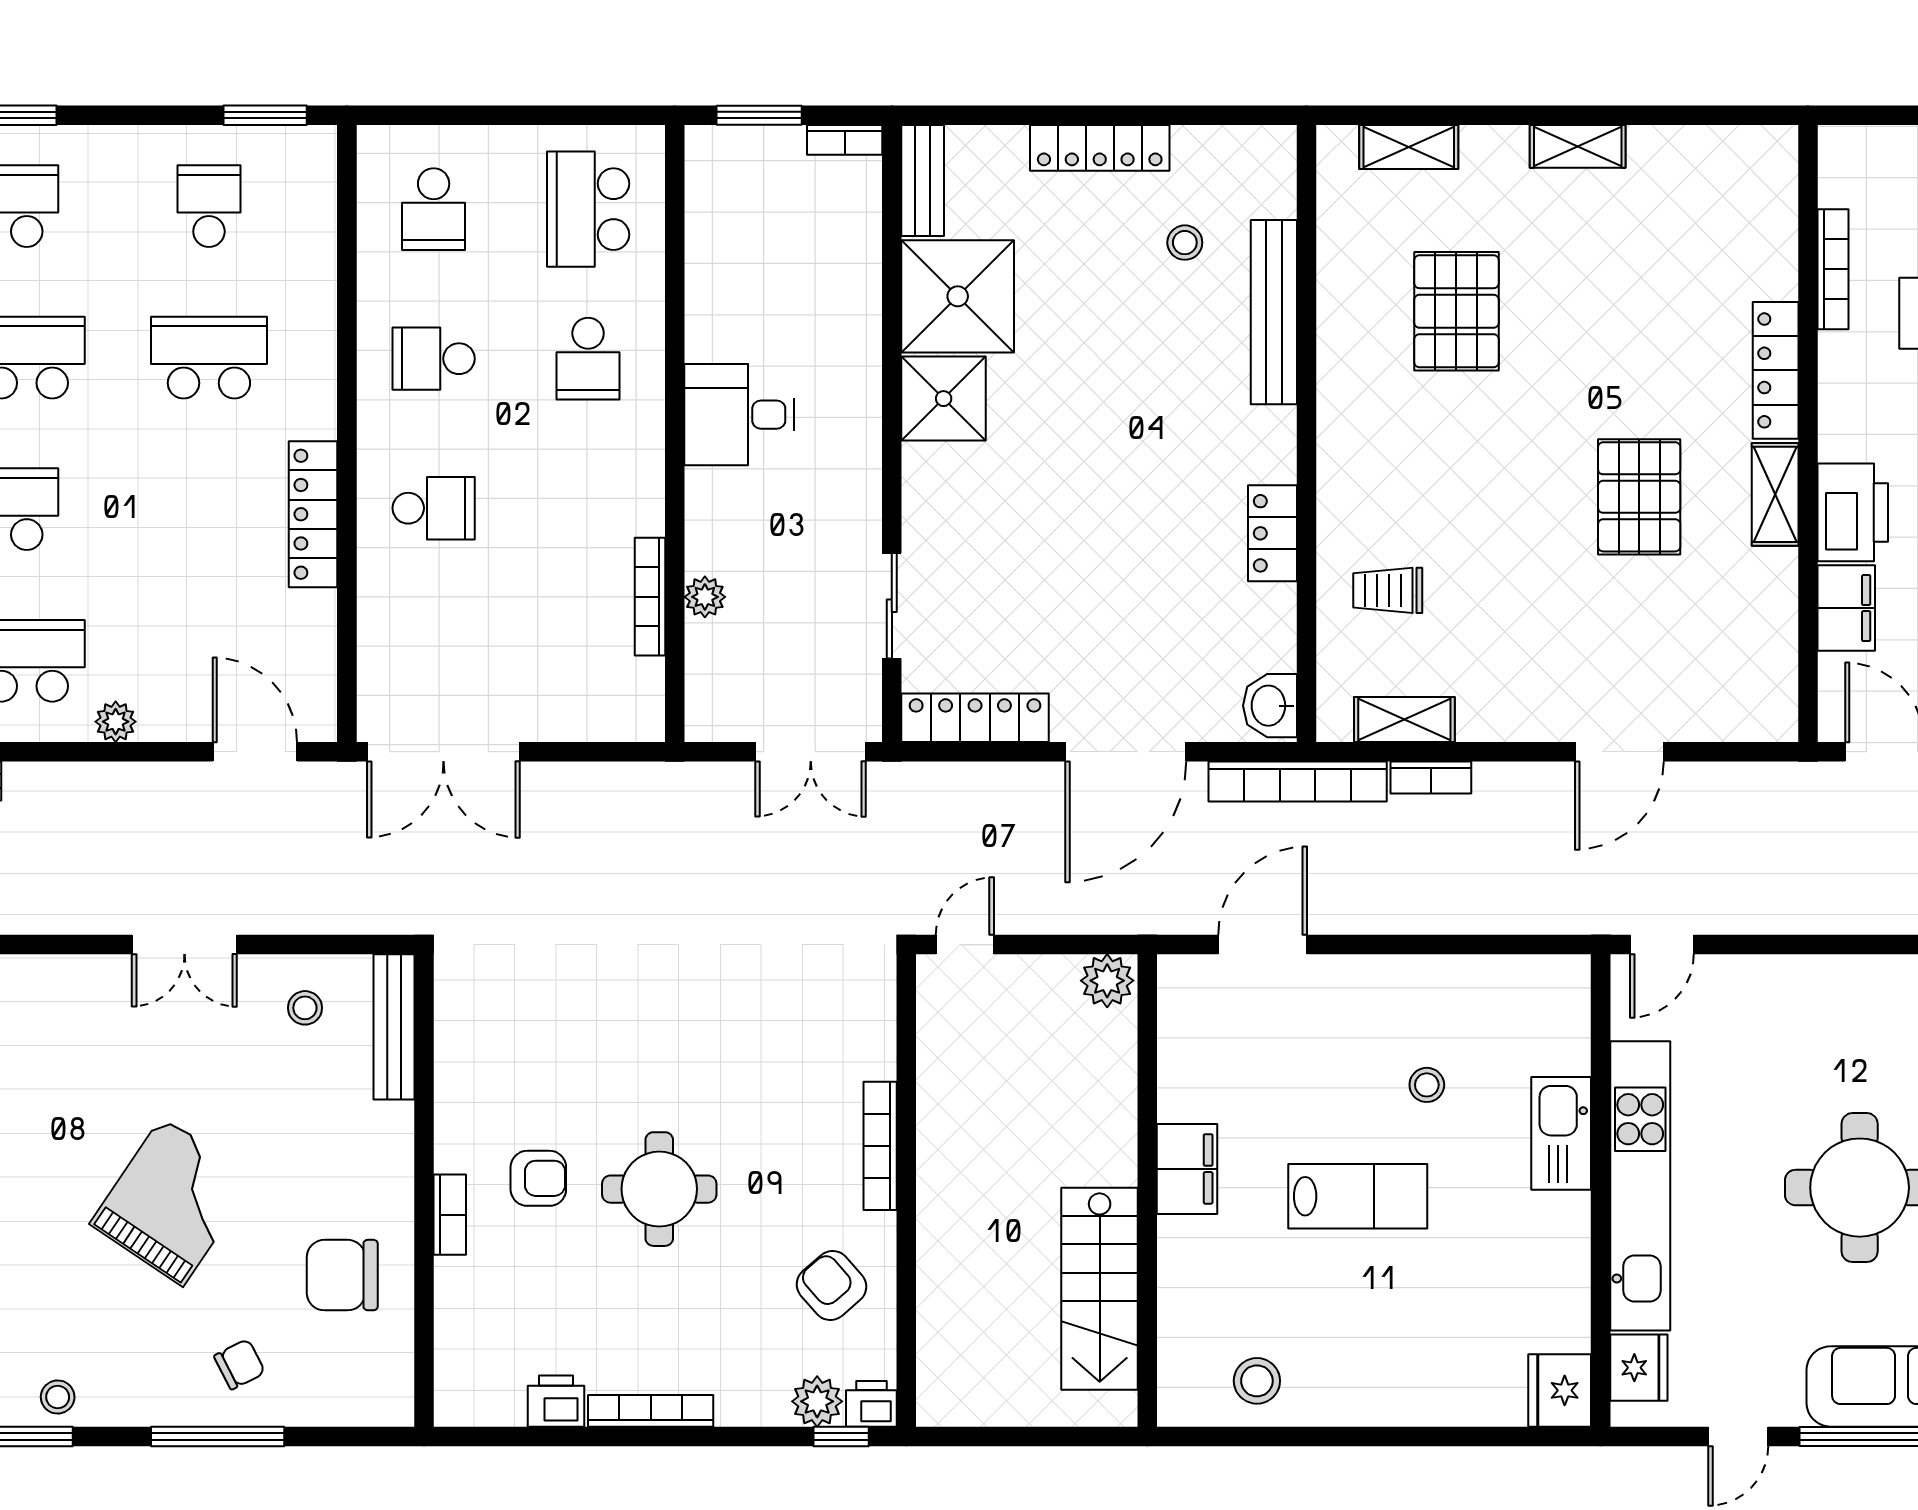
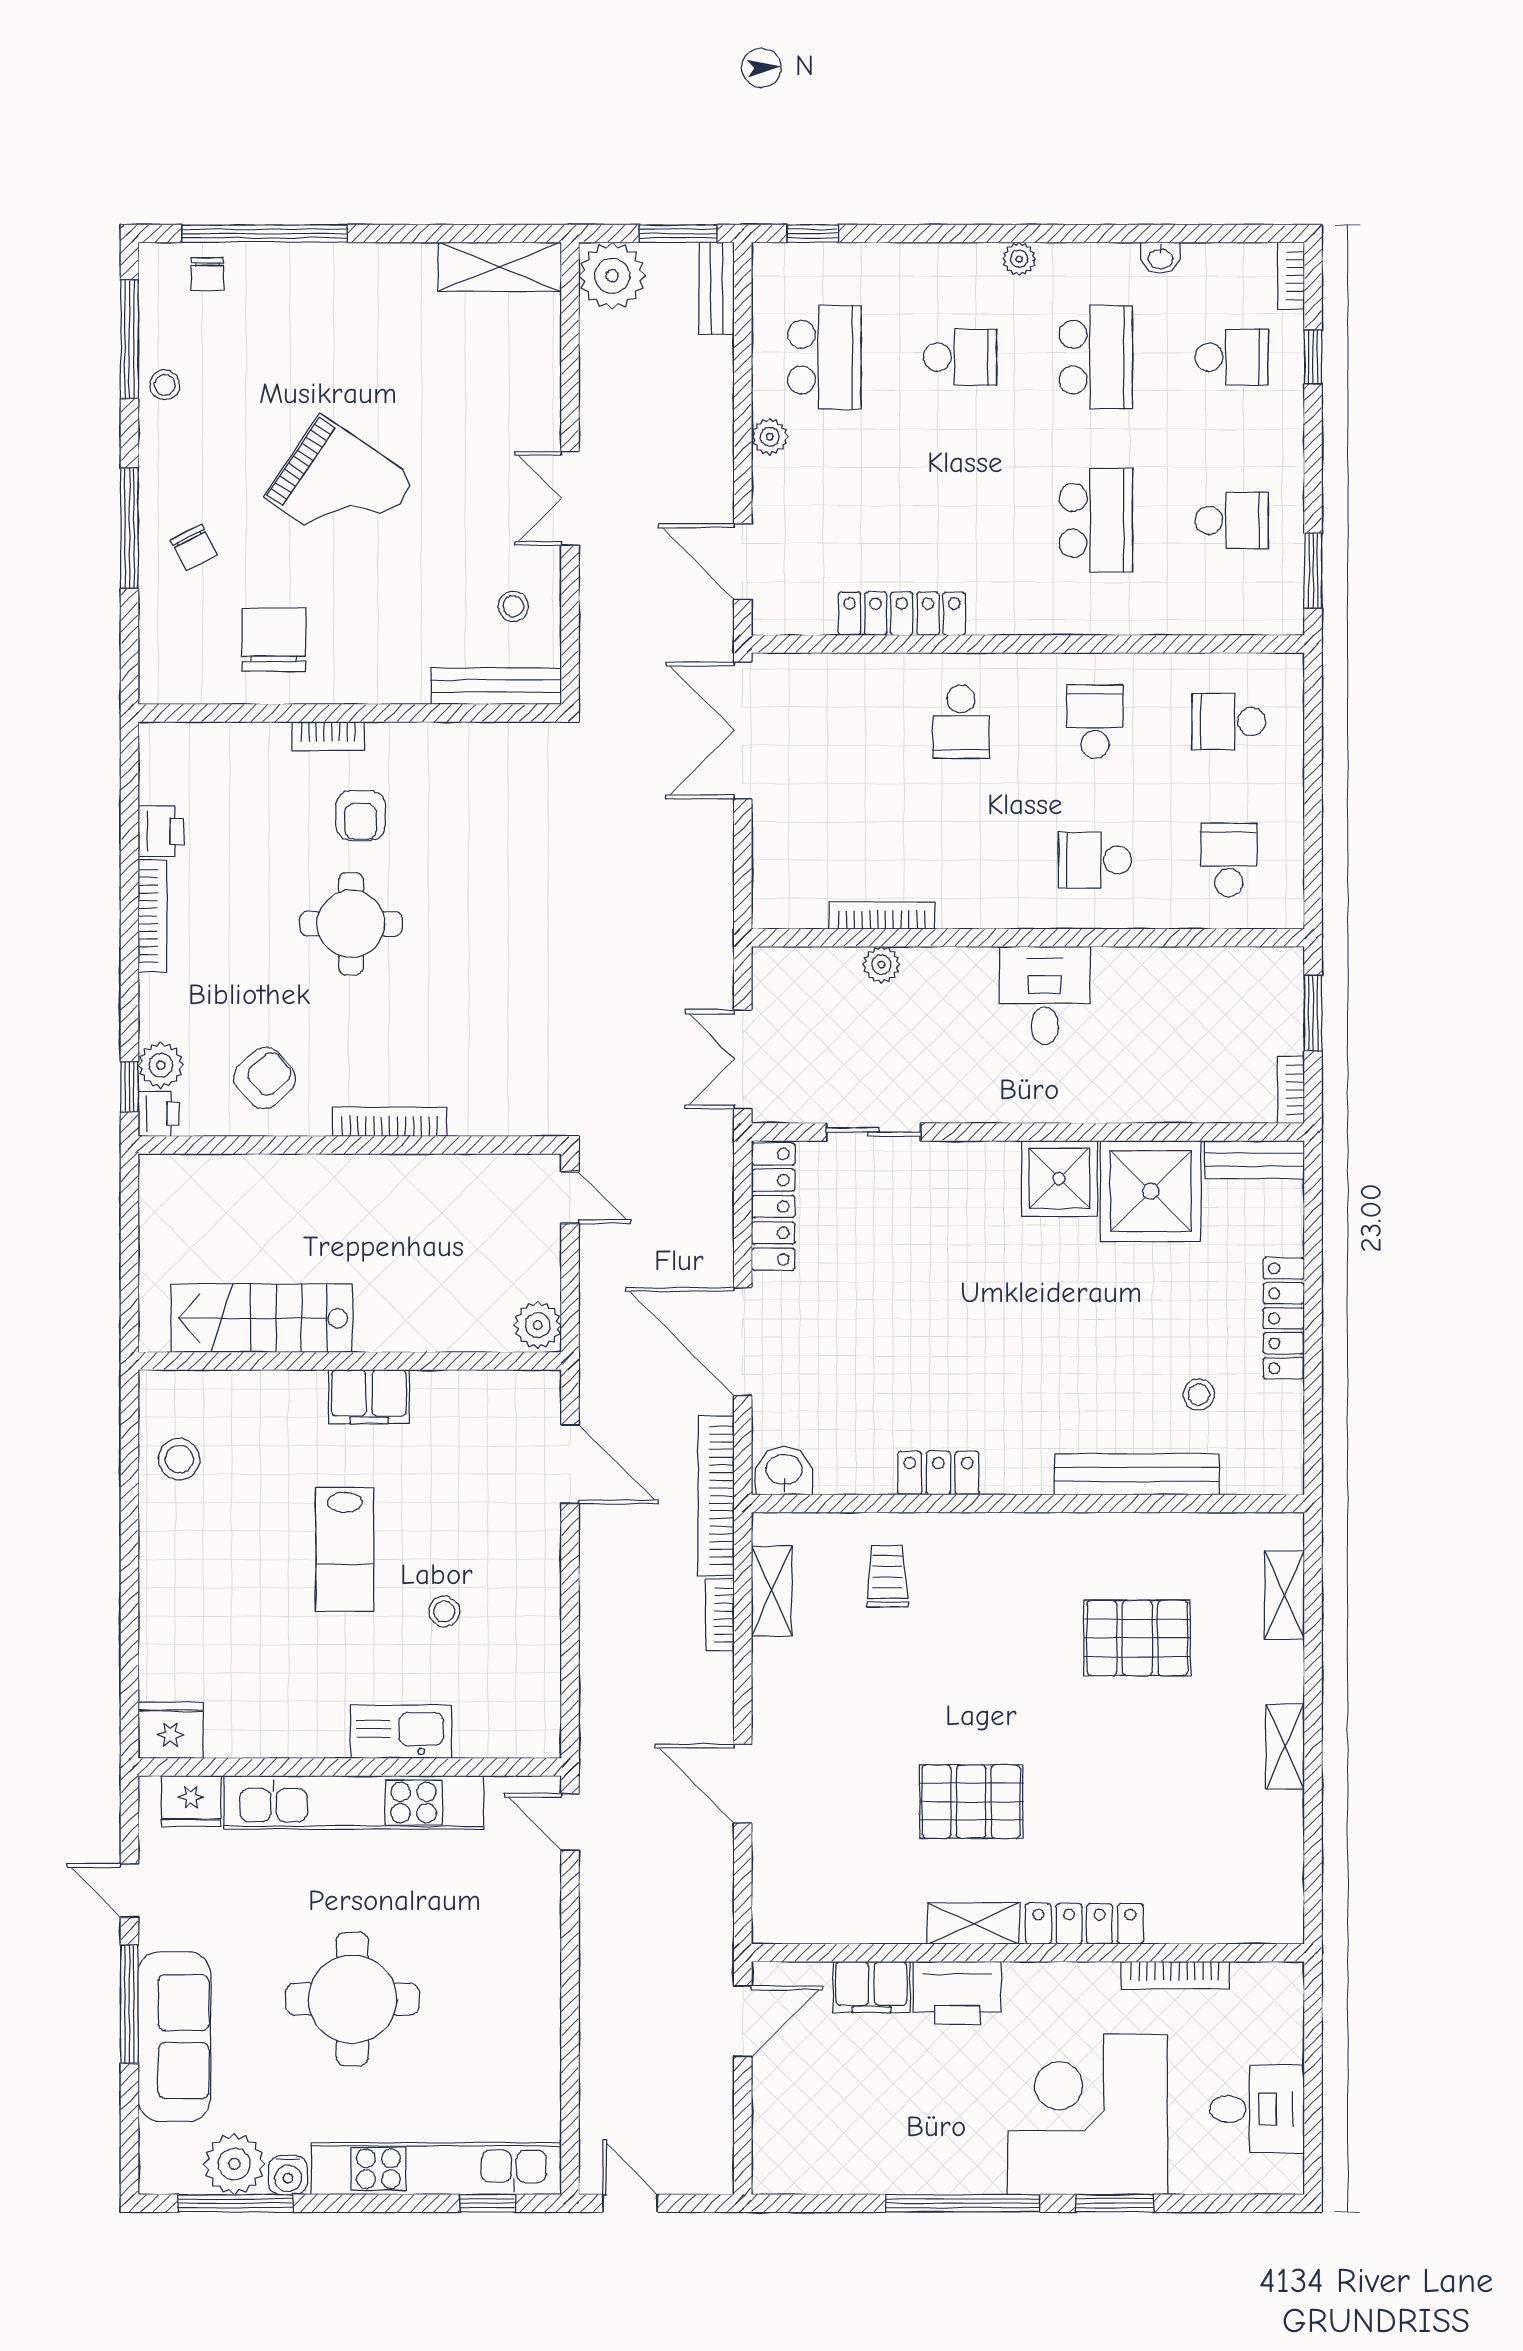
school desk: (588, 209) -> (1229, 860), width x0.54
locker: (313, 514) -> (902, 614), moved
door: (255, 752) -> (743, 561), swing flipped

